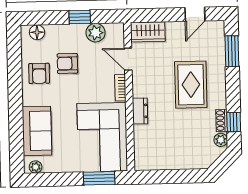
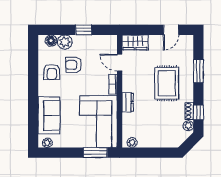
plant: (96, 33) -> (65, 42), moved
window: (232, 51) -> (198, 71), moved
plant: (147, 164) -> (132, 143), added

